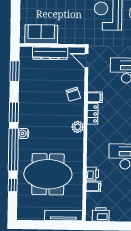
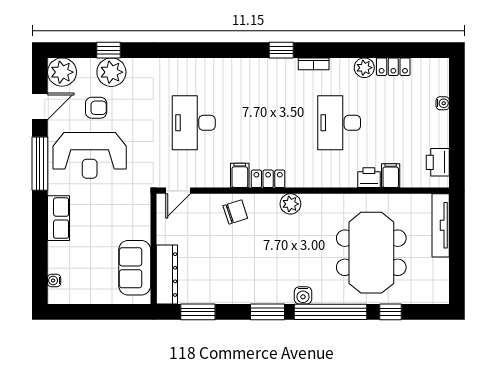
dresser: (50, 53) -> (167, 275), moved

